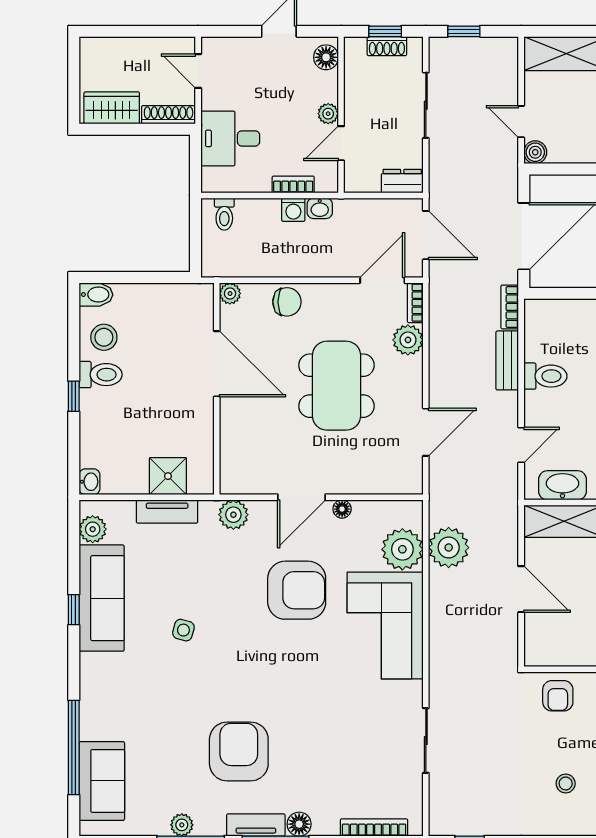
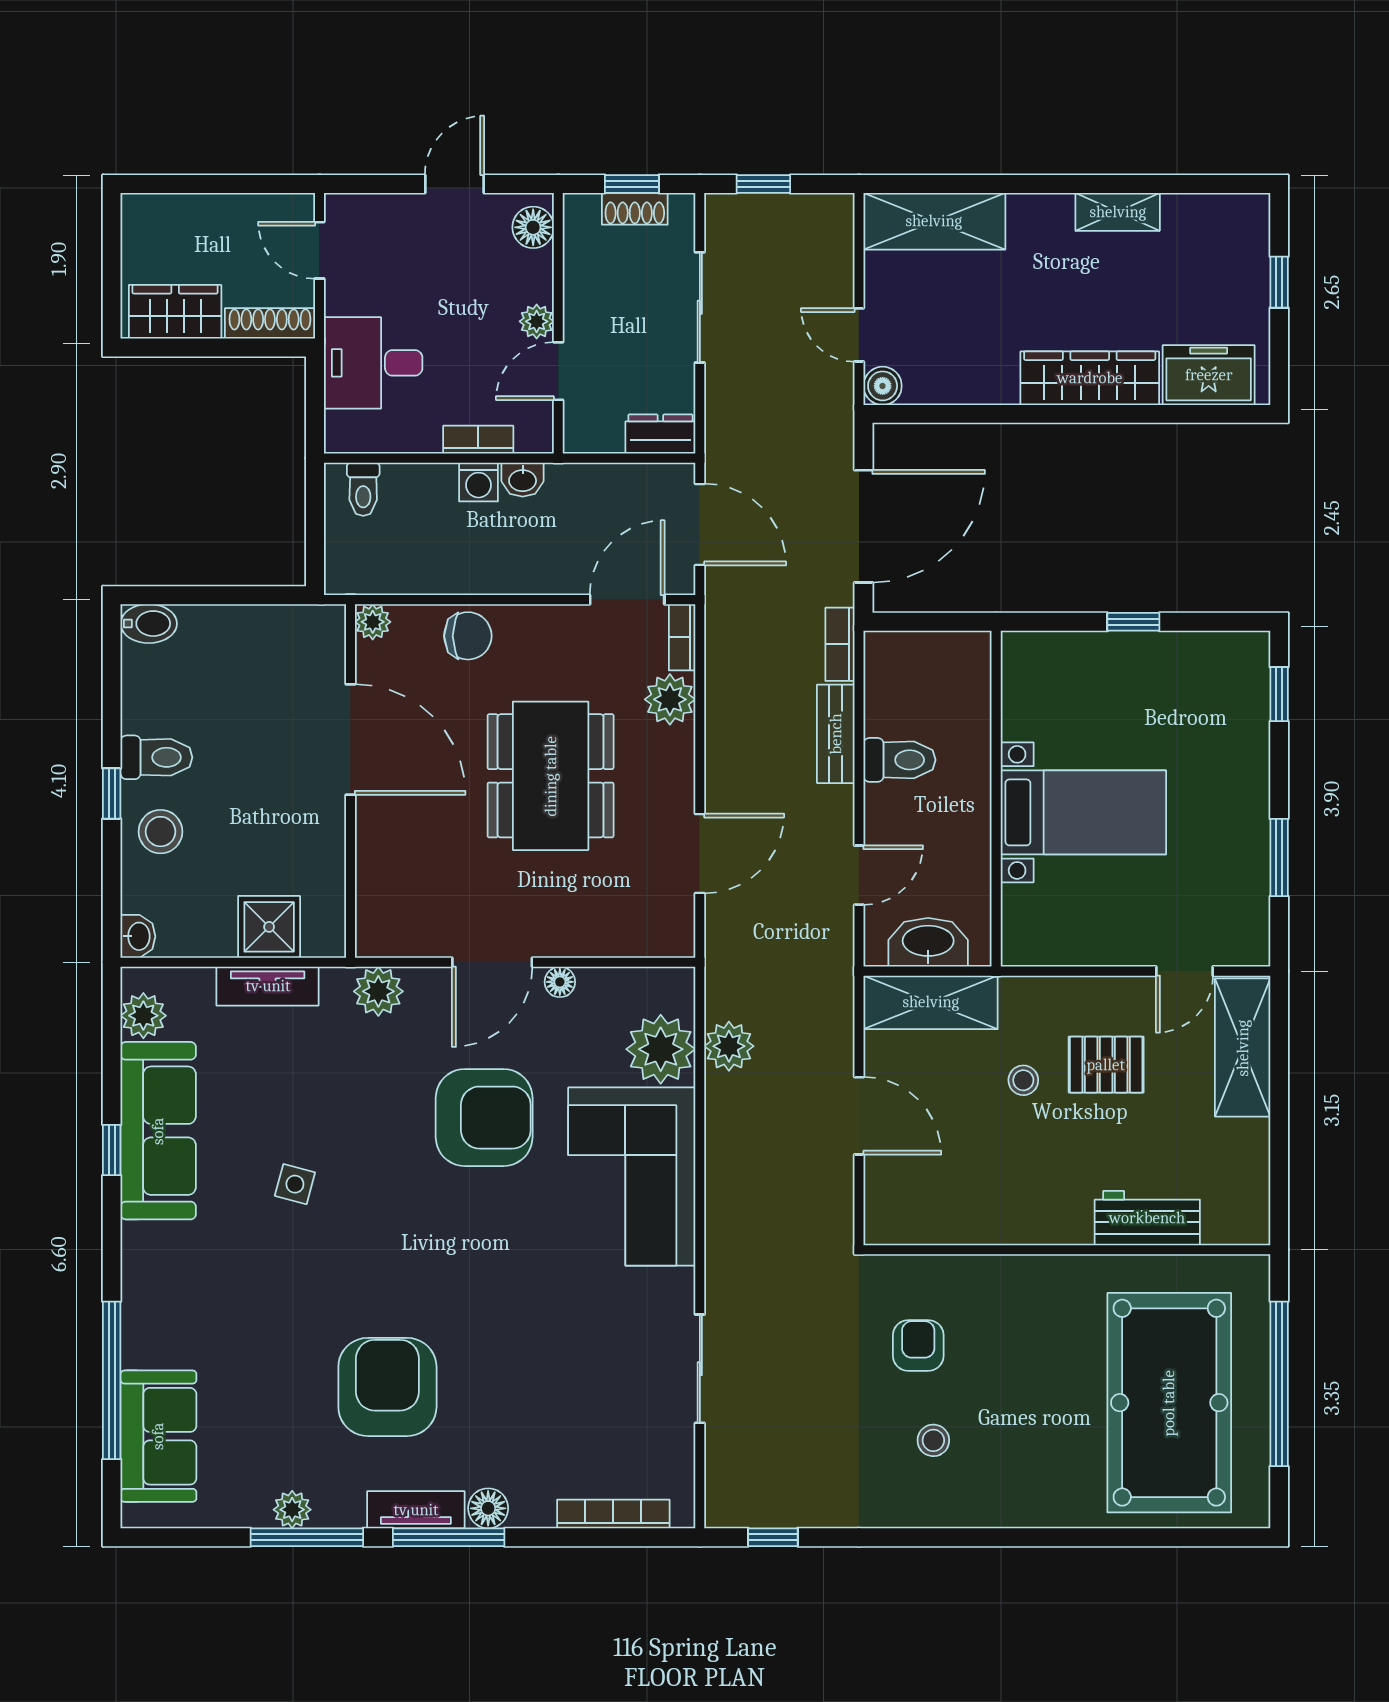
stool: (104, 337) -> (161, 832), moved
plant: (449, 548) -> (729, 1046), width x0.73, depth x0.73
armchair: (558, 696) -> (918, 1346), moved, turned 180

